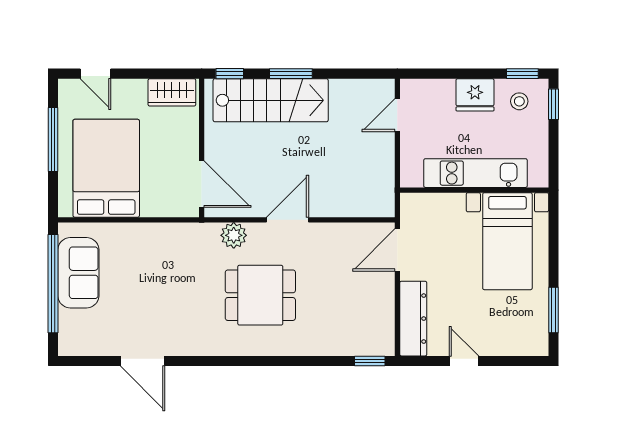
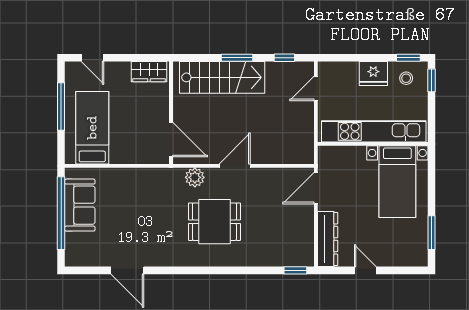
window: (230, 74) -> (284, 58), moved
bed: (106, 168) -> (92, 128), width x0.67
kitchen unit: (475, 173) -> (374, 131), width x1.36

